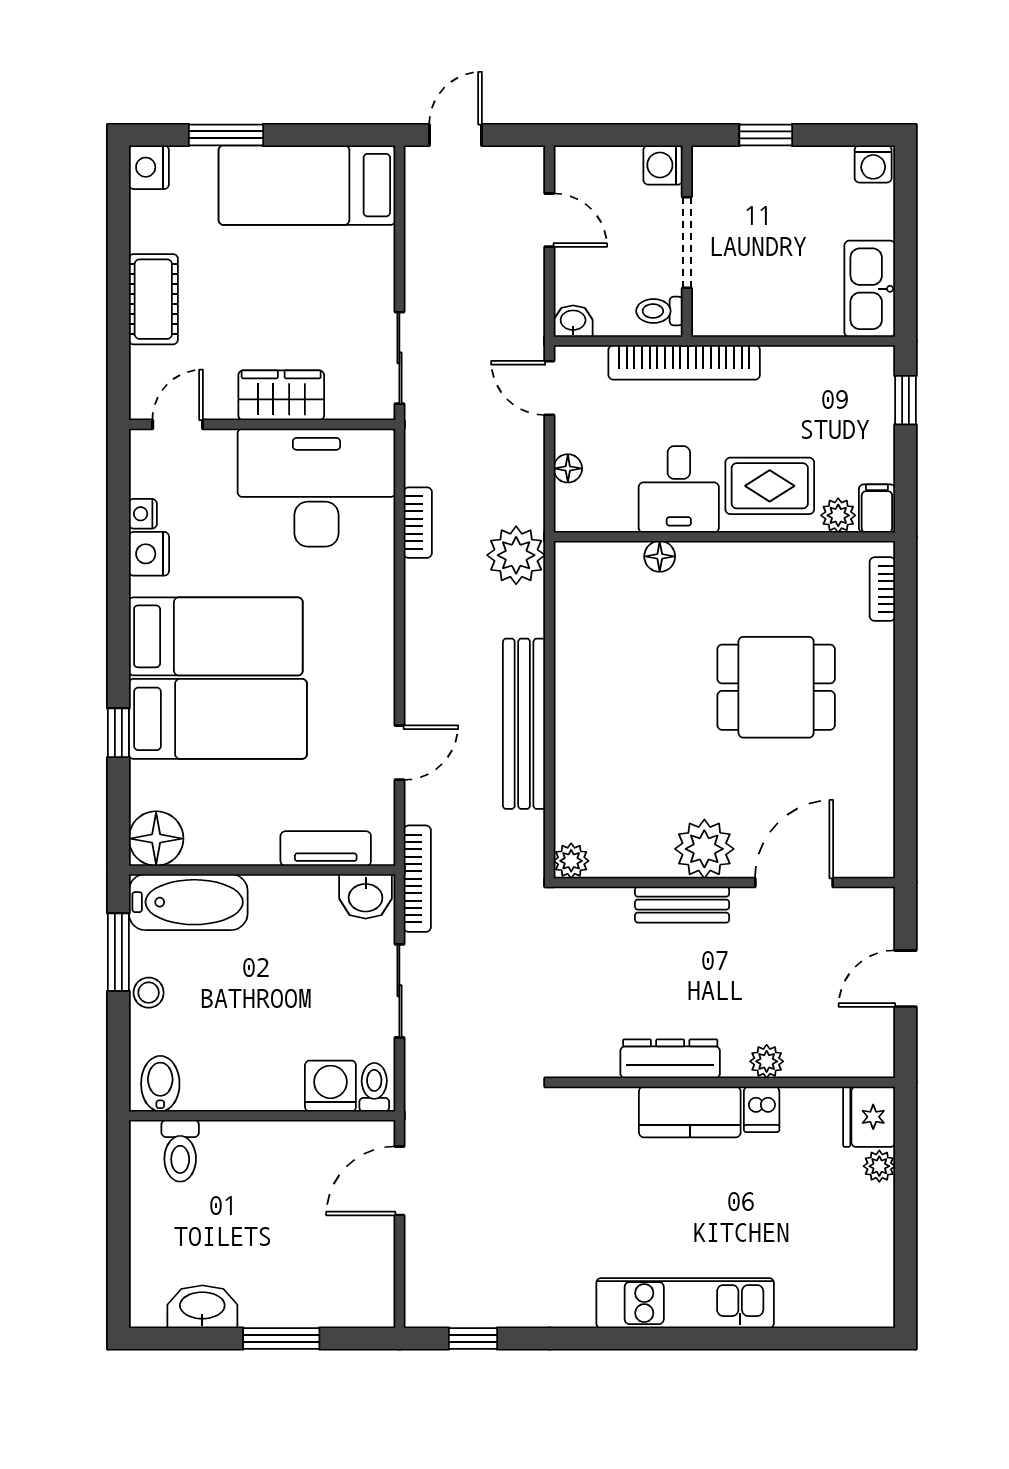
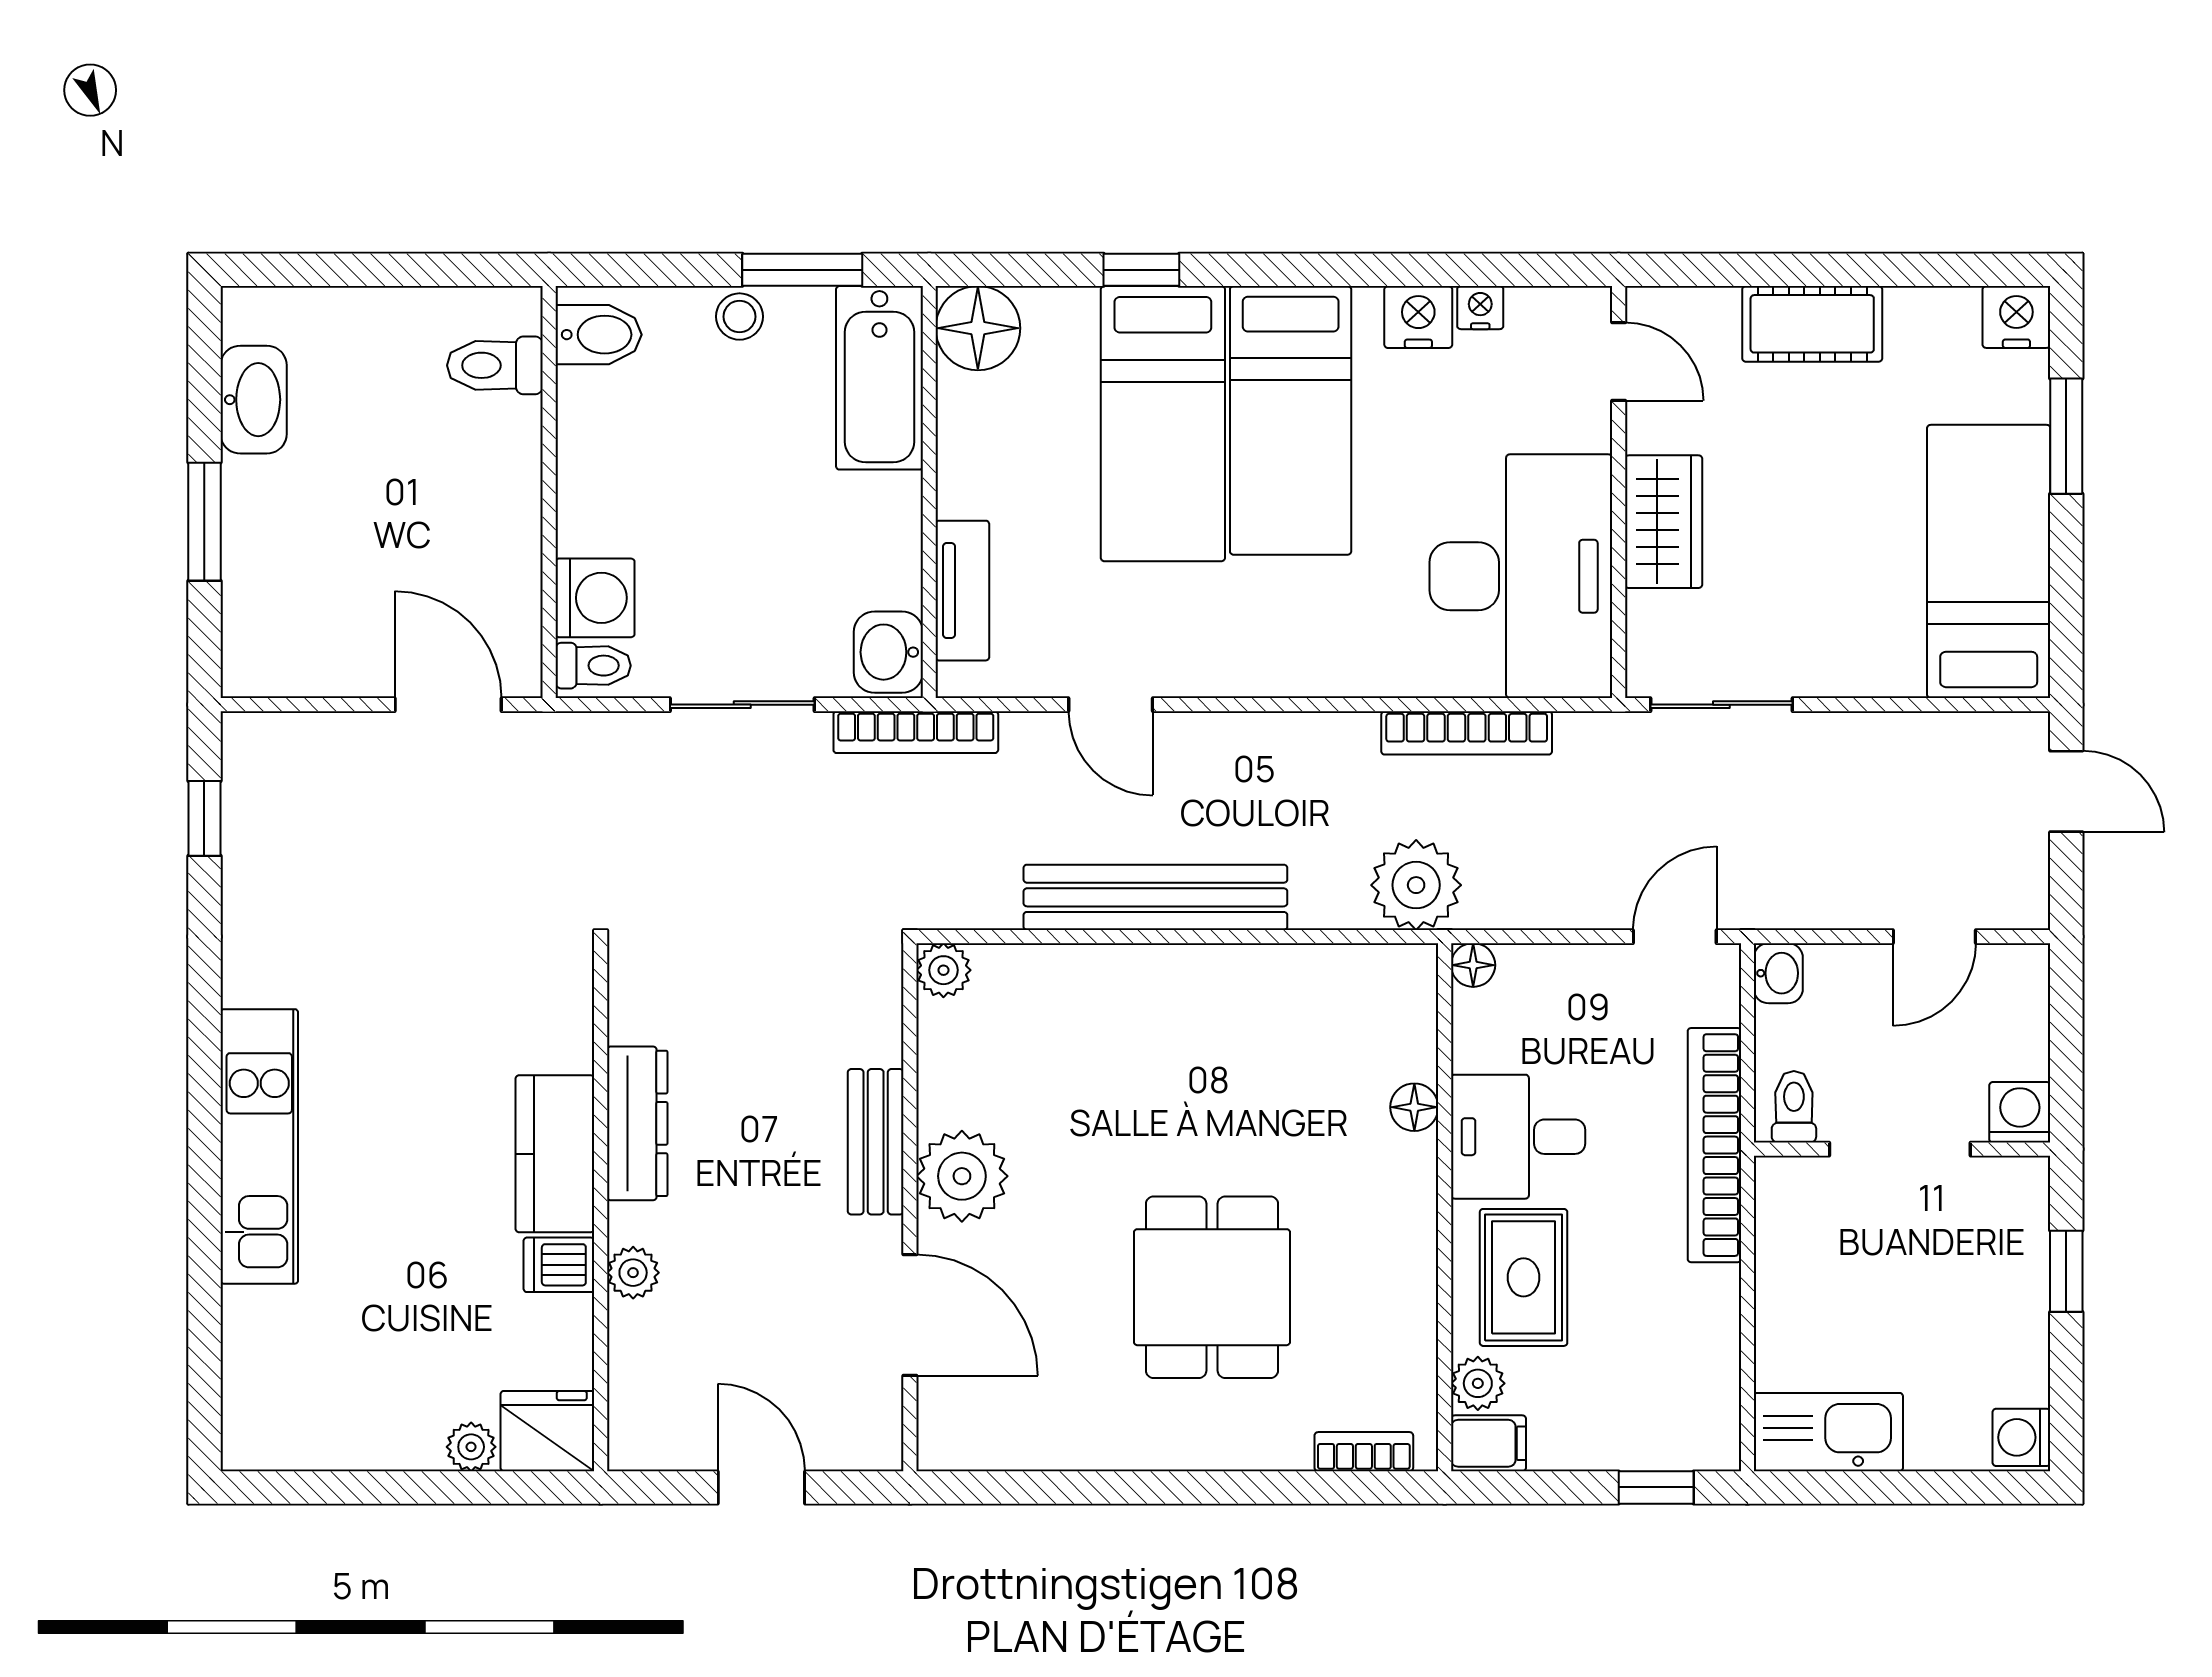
floor lamp: (568, 468) -> (1473, 965), moved
bookcase: (418, 523) -> (1467, 733), width x1.56

